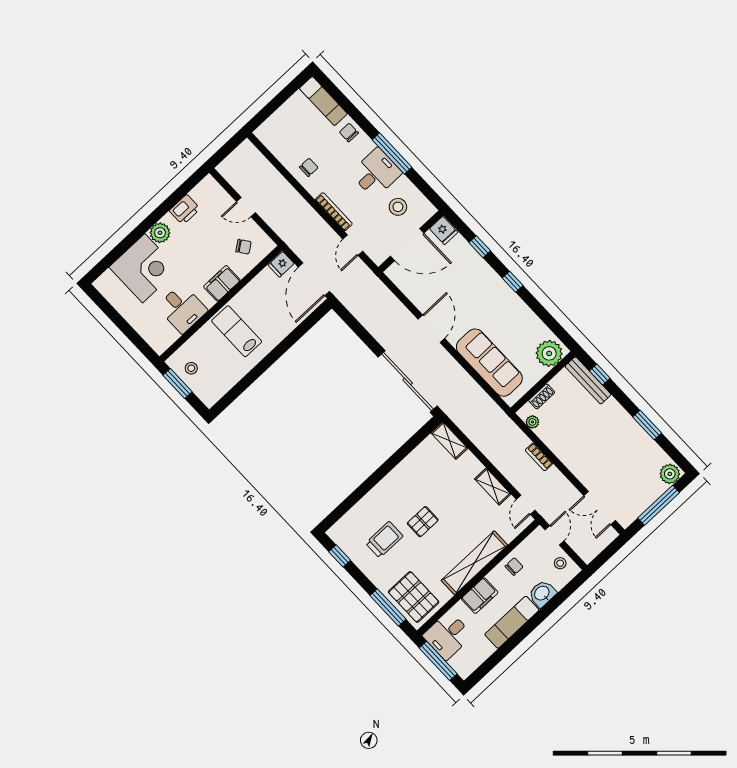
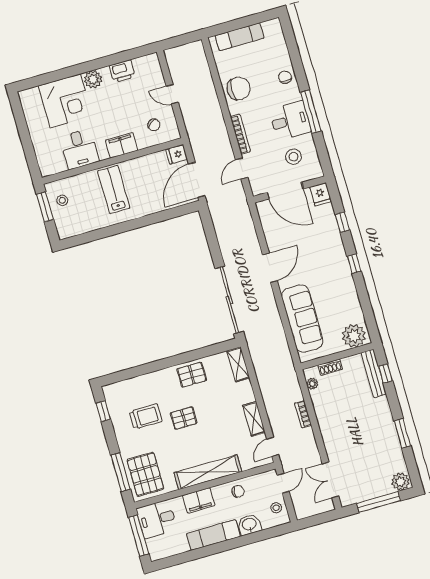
exam couch: (323, 101) -> (240, 37), moved, turned -90
chair: (309, 167) -> (239, 88), width x1.87, depth x1.87
pallet: (408, 475) -> (192, 375), added

